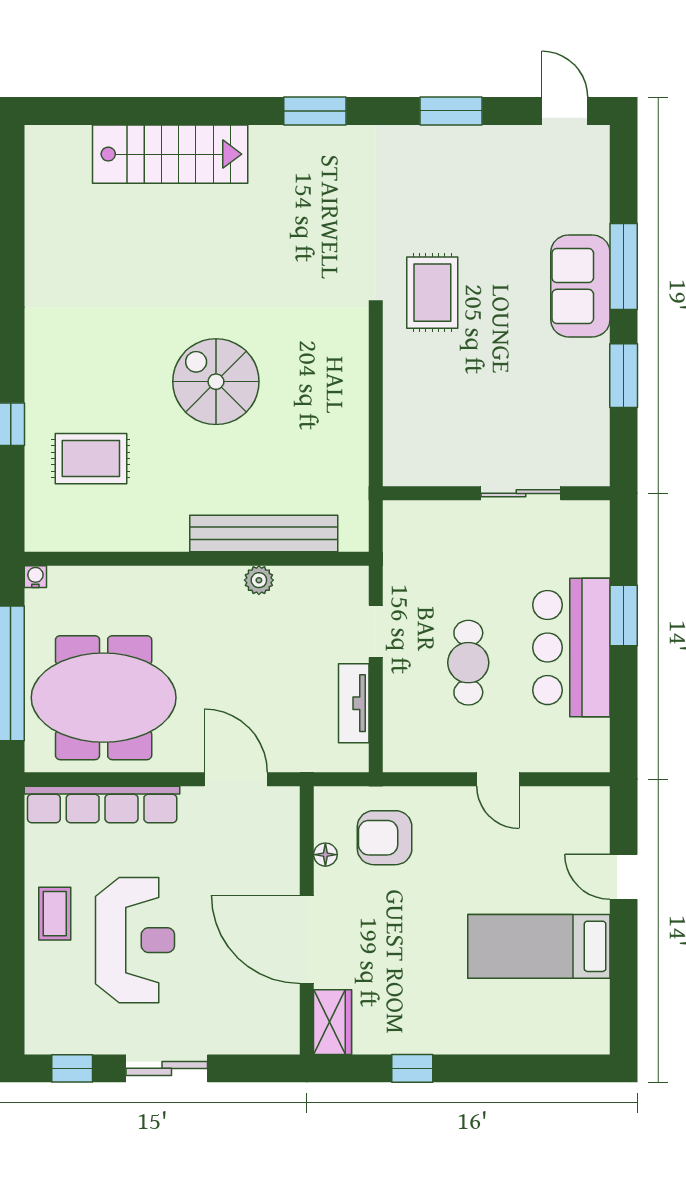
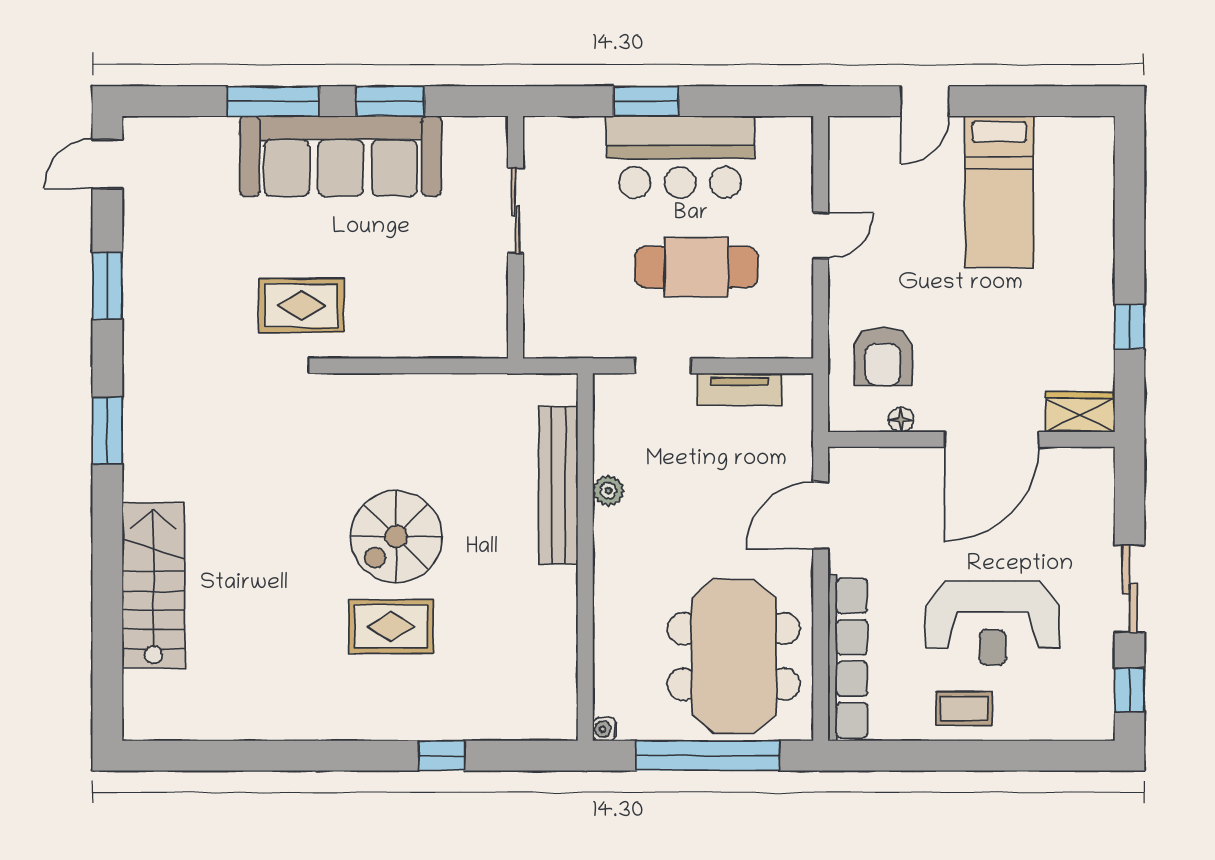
sofa: (580, 286) -> (341, 156), width x1.85, depth x1.27
rug: (91, 459) -> (391, 626), moved, turned 90
cafe table: (468, 663) -> (696, 267), width x1.37, depth x1.35
reception desk: (135, 940) -> (992, 623), turned 180

